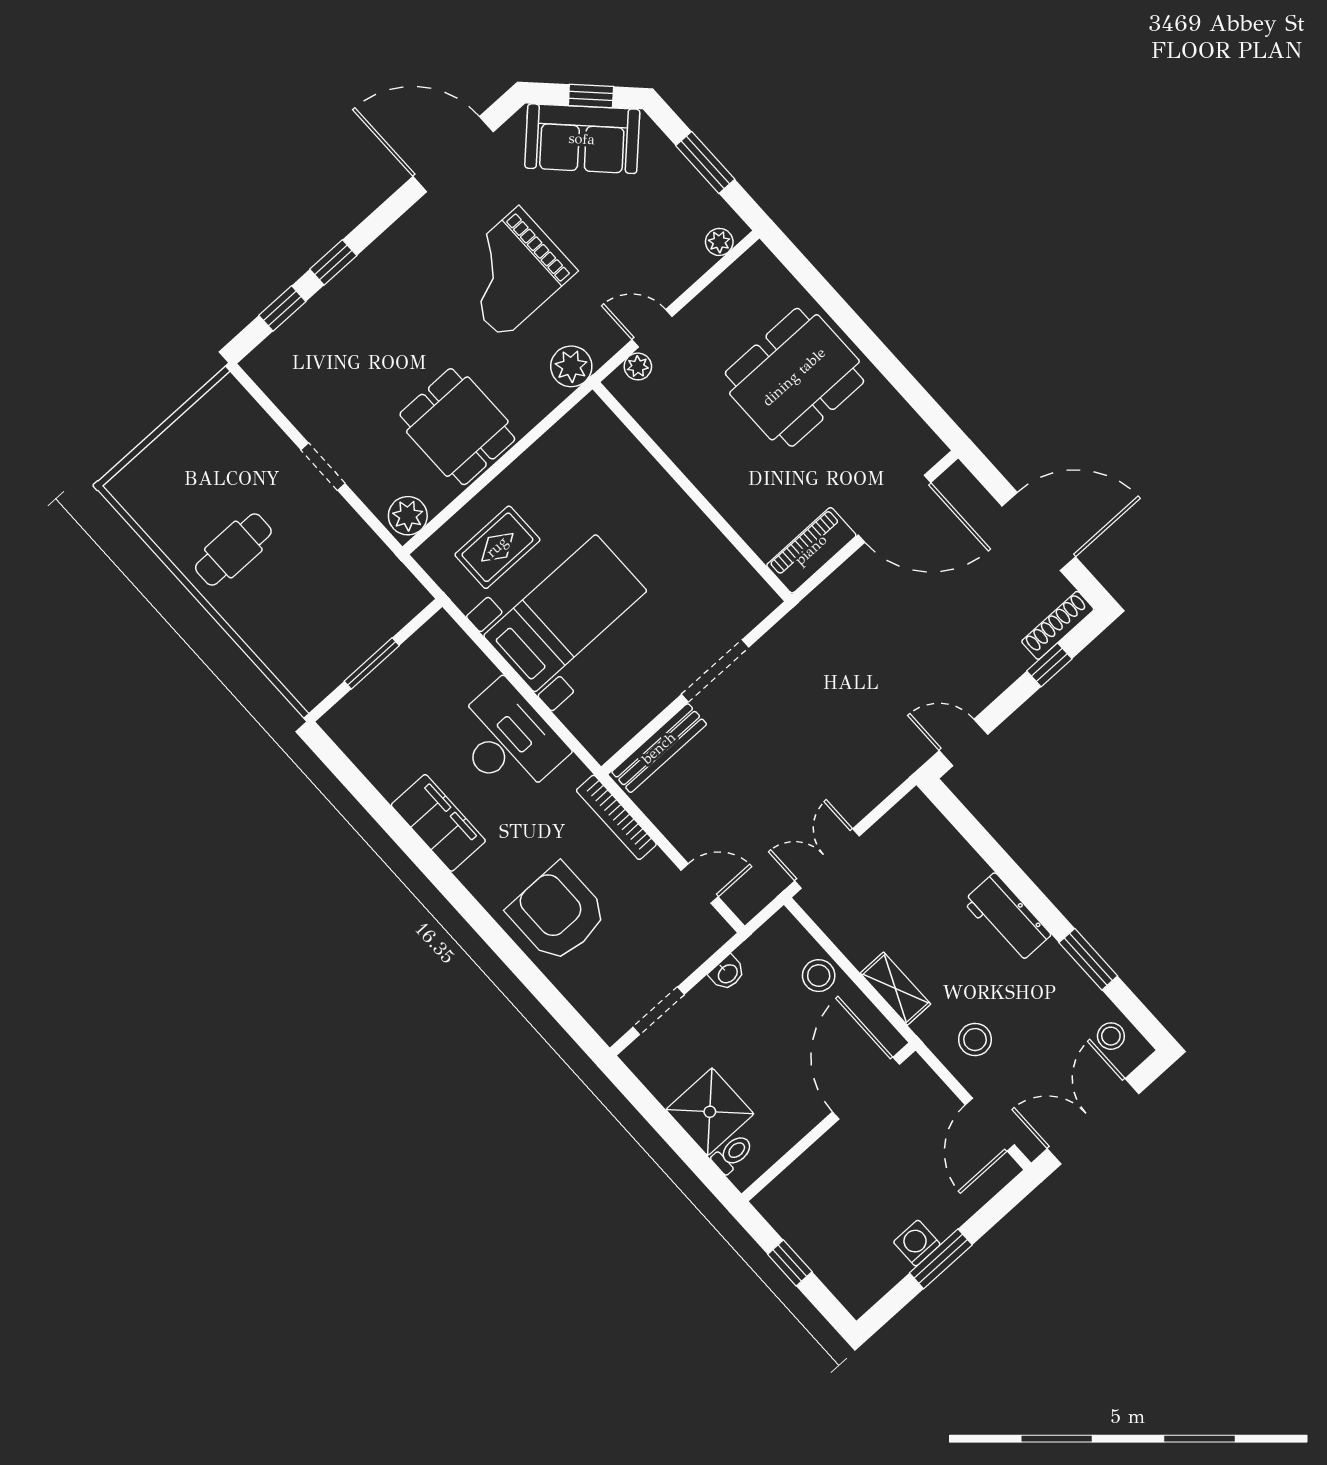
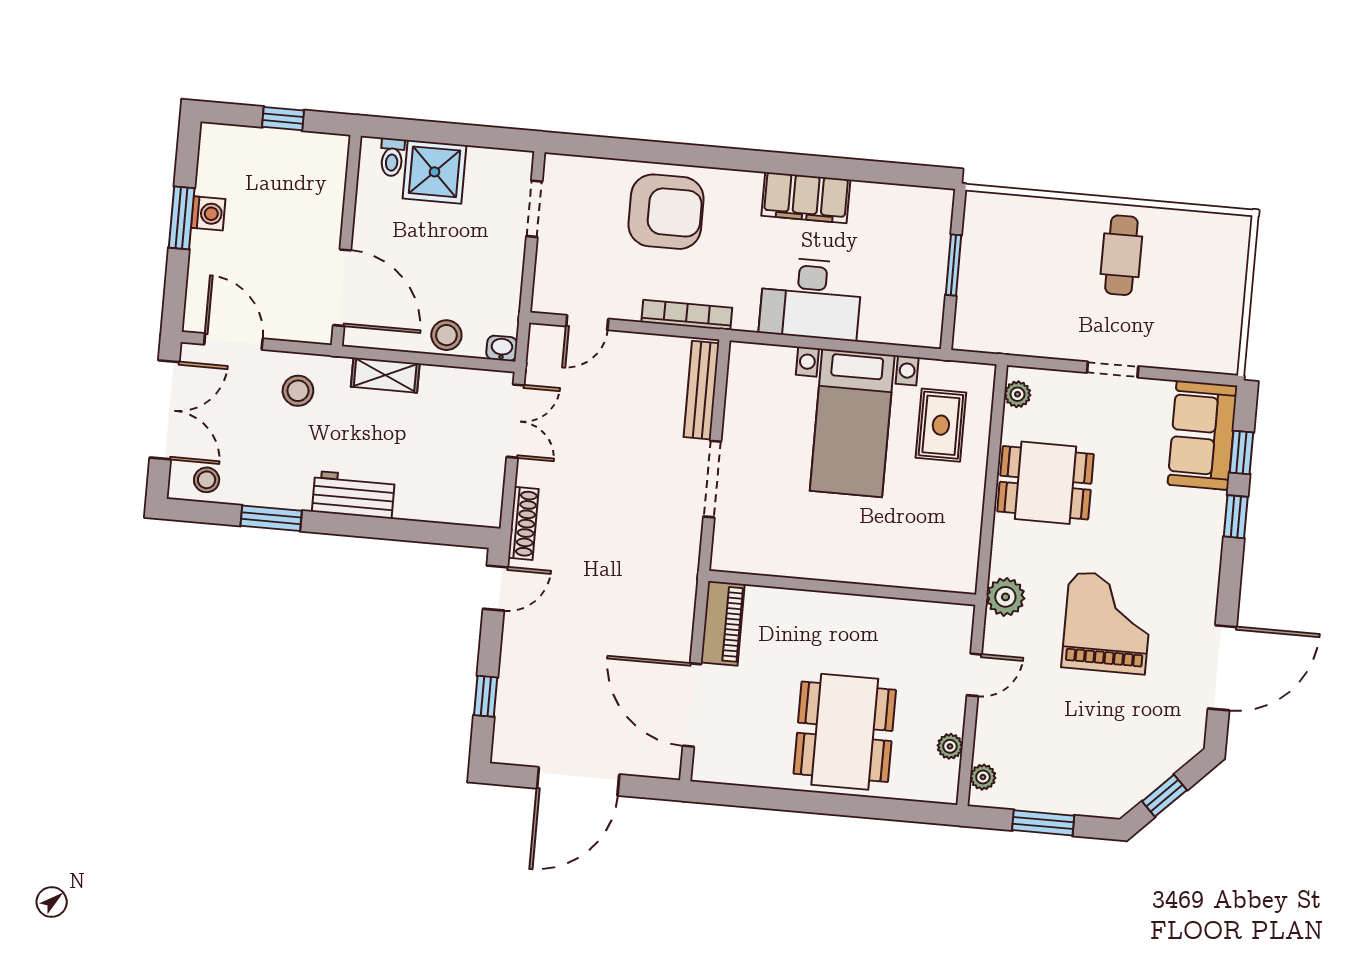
sofa: (582, 139) -> (1202, 435), moved, turned -45
plant: (638, 366) -> (950, 746), moved
door: (894, 509) -> (692, 705), hinge flipped
plant: (408, 516) -> (1017, 394), width x0.73, depth x0.73
shoe rack: (1058, 625) -> (523, 523), moved
washbasin: (727, 973) -> (502, 348), moved, turned 90

